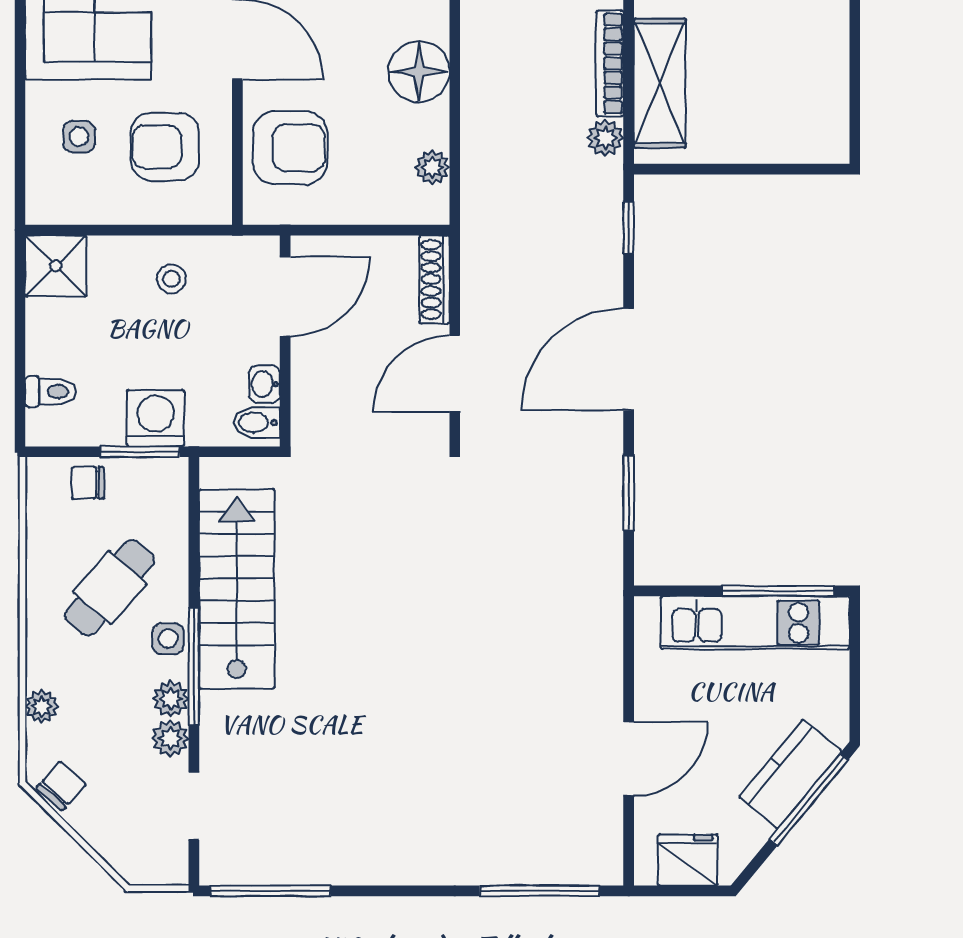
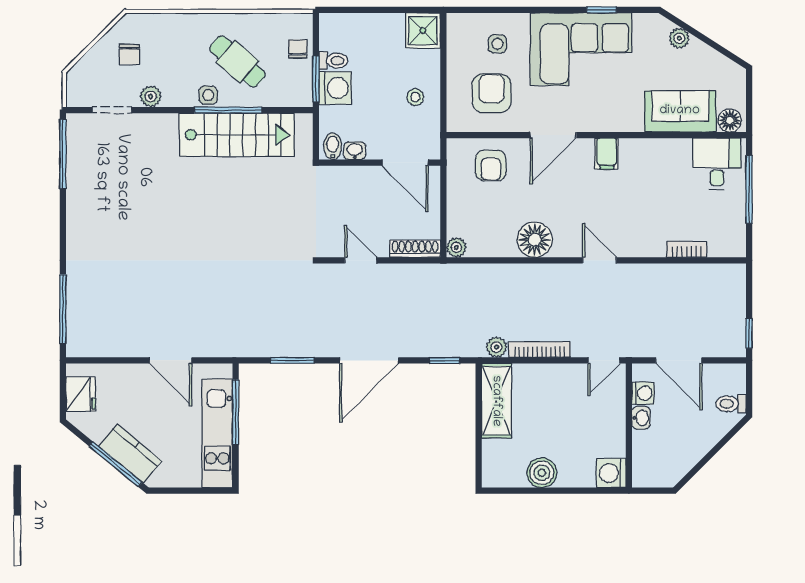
boiler: (824, 59) -> (542, 473), added
shelving: (660, 83) -> (496, 401), moved, turned 90
armchair: (290, 148) -> (491, 165), width x0.72, depth x0.72
plant: (432, 167) -> (456, 247), moved
door: (629, 359) -> (369, 360), swing flipped
door: (455, 374) -> (361, 260), width x0.73
toilet: (51, 392) -> (333, 61), moved, turned -90
window: (778, 591) -> (236, 412), moved
window: (194, 667) -> (228, 110), moved
plant: (171, 699) -> (173, 97), removed
plant: (42, 707) -> (169, 22), removed
door: (629, 759) -> (171, 360), moved
chair: (61, 786) -> (129, 54), moved, turned 48

